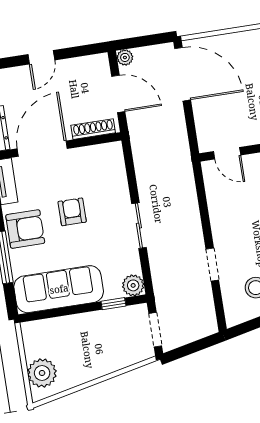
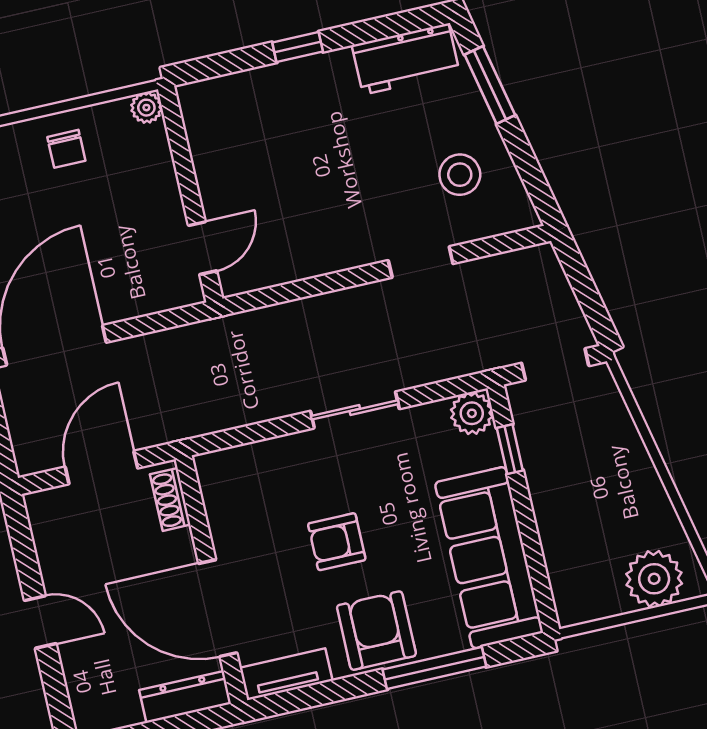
plant: (125, 57) -> (30, 460), removed
shoe rack: (93, 129) -> (170, 499), width x0.70

